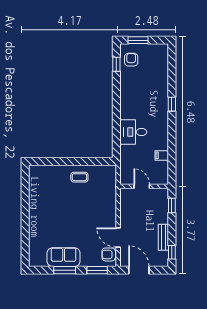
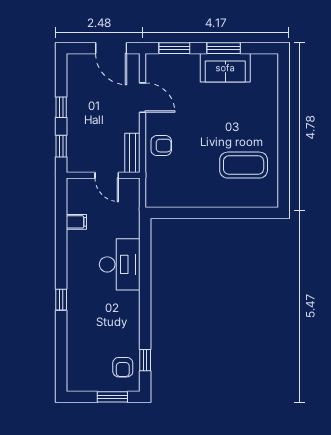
desk: (133, 132) -> (120, 264), width x1.37
coffee table: (79, 177) -> (244, 165), moved, width x1.86, depth x1.72
bench: (163, 237) -> (132, 153), moved
window: (172, 252) -> (61, 107), moved
armchair: (109, 254) -> (161, 146), moved

